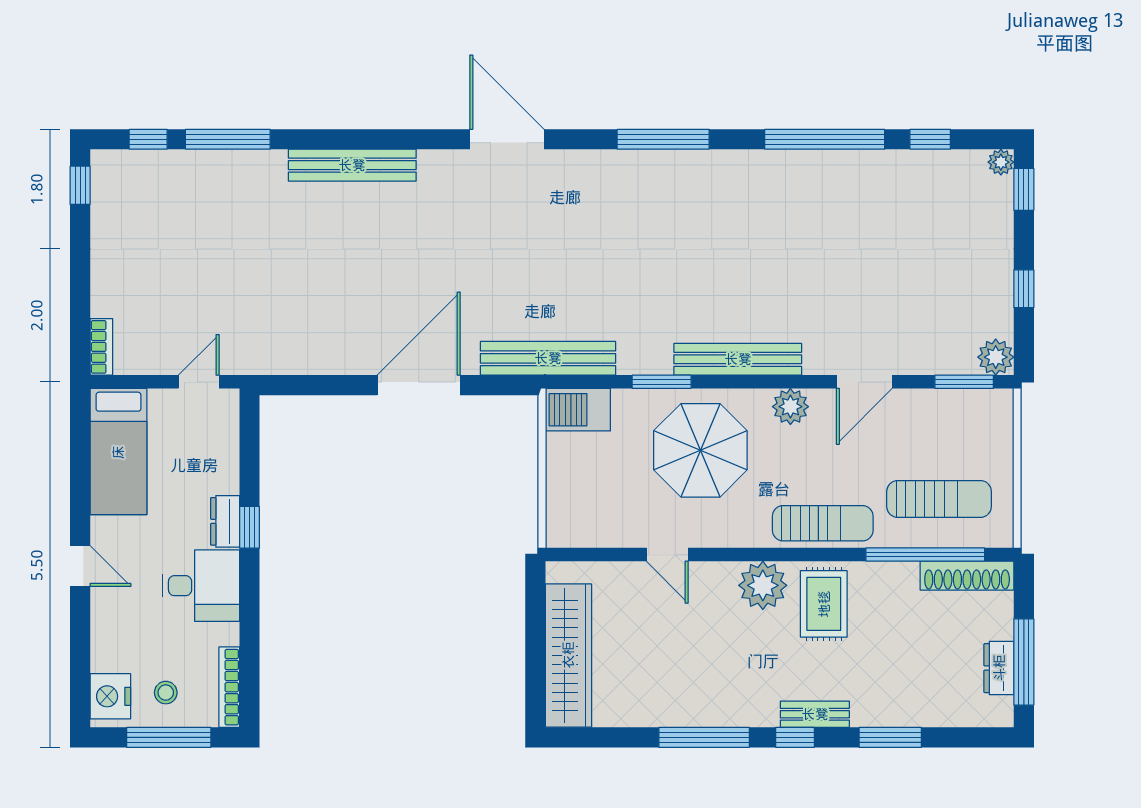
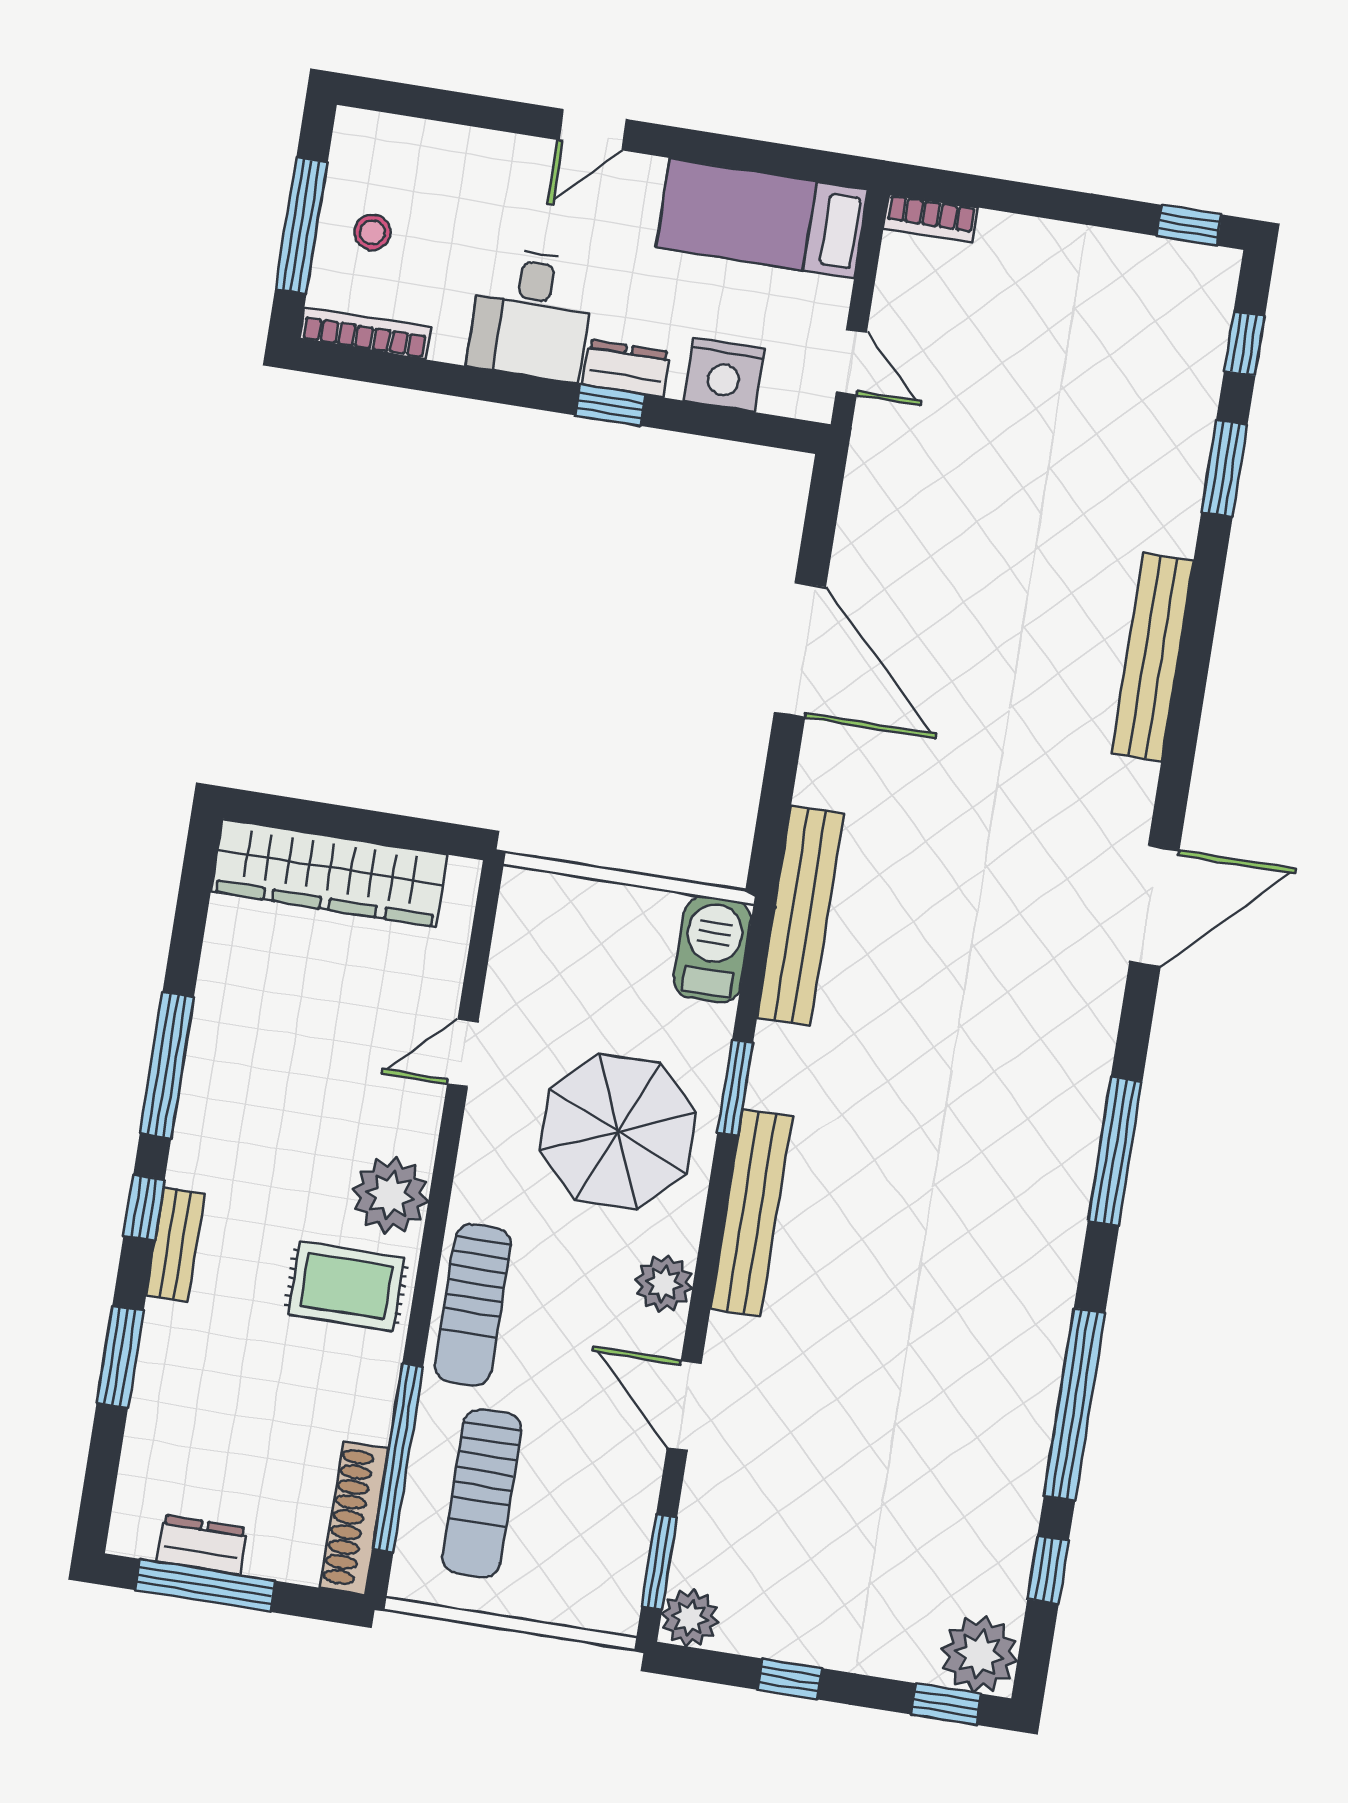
window: (228, 139) -> (1224, 468), width x0.69
plant: (1001, 162) -> (979, 1654), width x1.87, depth x1.87
door: (419, 385) -> (800, 650), moved
nightstand: (110, 696) -> (724, 375), moved, turned 180

